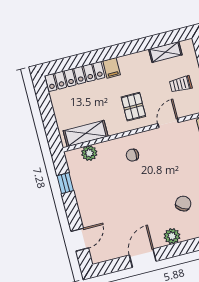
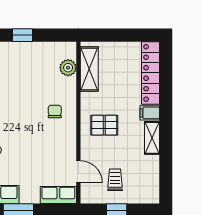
shelving: (165, 52) -> (152, 138), moved
door: (168, 123) -> (78, 172), moved
window: (65, 183) -> (22, 35), moved

